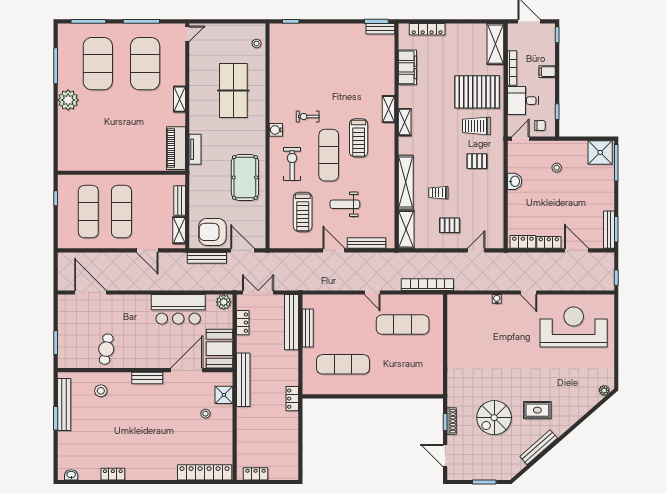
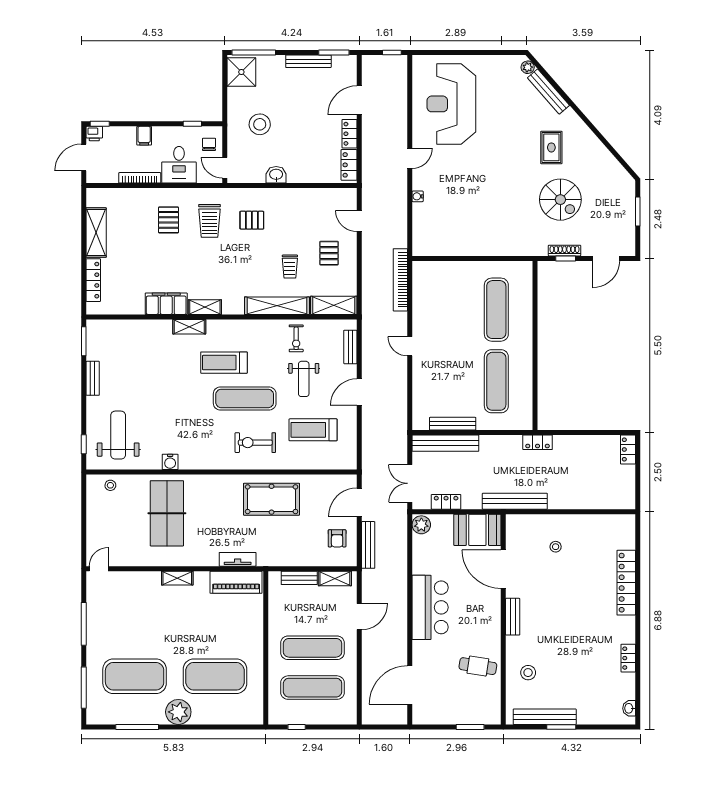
bench: (380, 29) -> (93, 378), moved
printer: (549, 30) -> (94, 134), added
door: (187, 34) -> (99, 569), hinge flipped
shelving: (495, 44) -> (96, 233), moved, turned 90
weight bench: (298, 50) -> (118, 435), added
exercise mat: (145, 64) -> (215, 676), moved
filing cabinet: (407, 67) -> (166, 304), moved
table tennis table: (233, 91) -> (167, 513), turned 90
pallet: (477, 92) -> (169, 220), width x0.49, depth x0.50
exercise bike: (308, 116) -> (296, 338), moved
water cooler: (276, 130) -> (170, 462), moved
treadmill: (359, 138) -> (224, 363), turned 180
pallet: (477, 161) -> (252, 220), turned 90
stool: (557, 168) -> (260, 124), width x1.89, depth x1.89
treadmill: (303, 212) -> (313, 430), turned 180
bench: (609, 230) -> (308, 61), moved
armchair: (212, 232) -> (337, 538), width x0.53, depth x0.53
bench: (366, 243) -> (350, 347), width x0.73
door: (372, 293) -> (410, 346), swing flipped
bar counter: (178, 309) -> (430, 607), moved
exercise mat: (403, 325) -> (496, 310), moved
shower: (224, 395) -> (533, 525), removed
bench: (539, 447) -> (548, 92), moved
locker: (205, 472) -> (626, 583), moved
locker: (256, 474) -> (628, 450), moved

